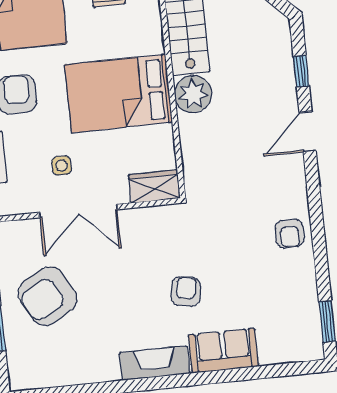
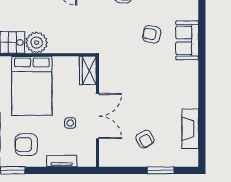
armchair: (186, 292) -> (152, 34), moved
armchair: (47, 296) -> (145, 139), width x0.53, depth x0.53
fireplace: (155, 363) -> (190, 129), moved

